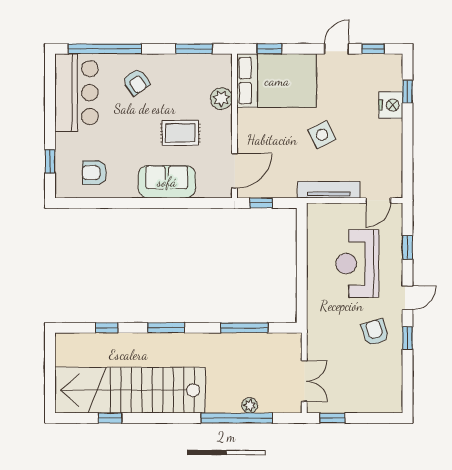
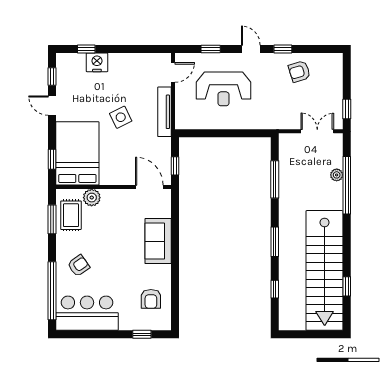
rug: (180, 133) -> (71, 215), moved
door: (378, 200) -> (173, 72), hinge flipped
armchair: (375, 332) -> (299, 72), moved

